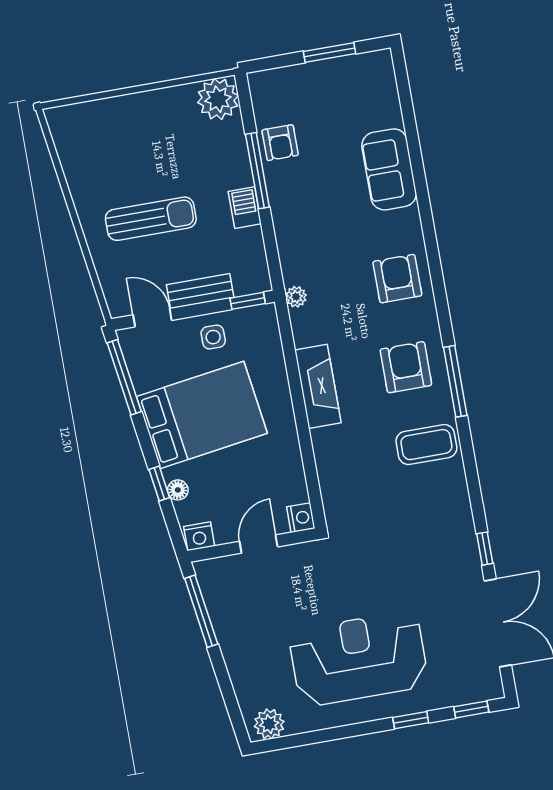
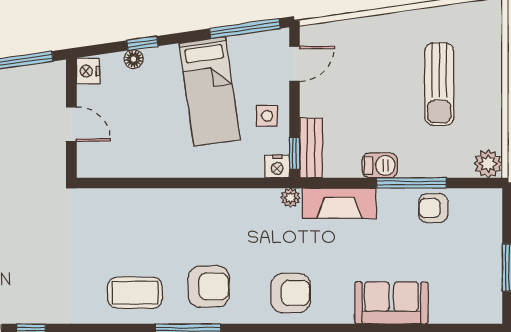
plant: (218, 99) -> (488, 164), width x0.73, depth x0.73
sun lounger: (151, 219) -> (439, 84), moved
bench: (200, 291) -> (311, 148), moved
fireplace: (318, 386) -> (339, 203), moved
bed: (202, 415) -> (210, 91), width x0.67
coffee table: (426, 445) -> (135, 293), turned 90
nightstand: (301, 518) -> (277, 167), moved

